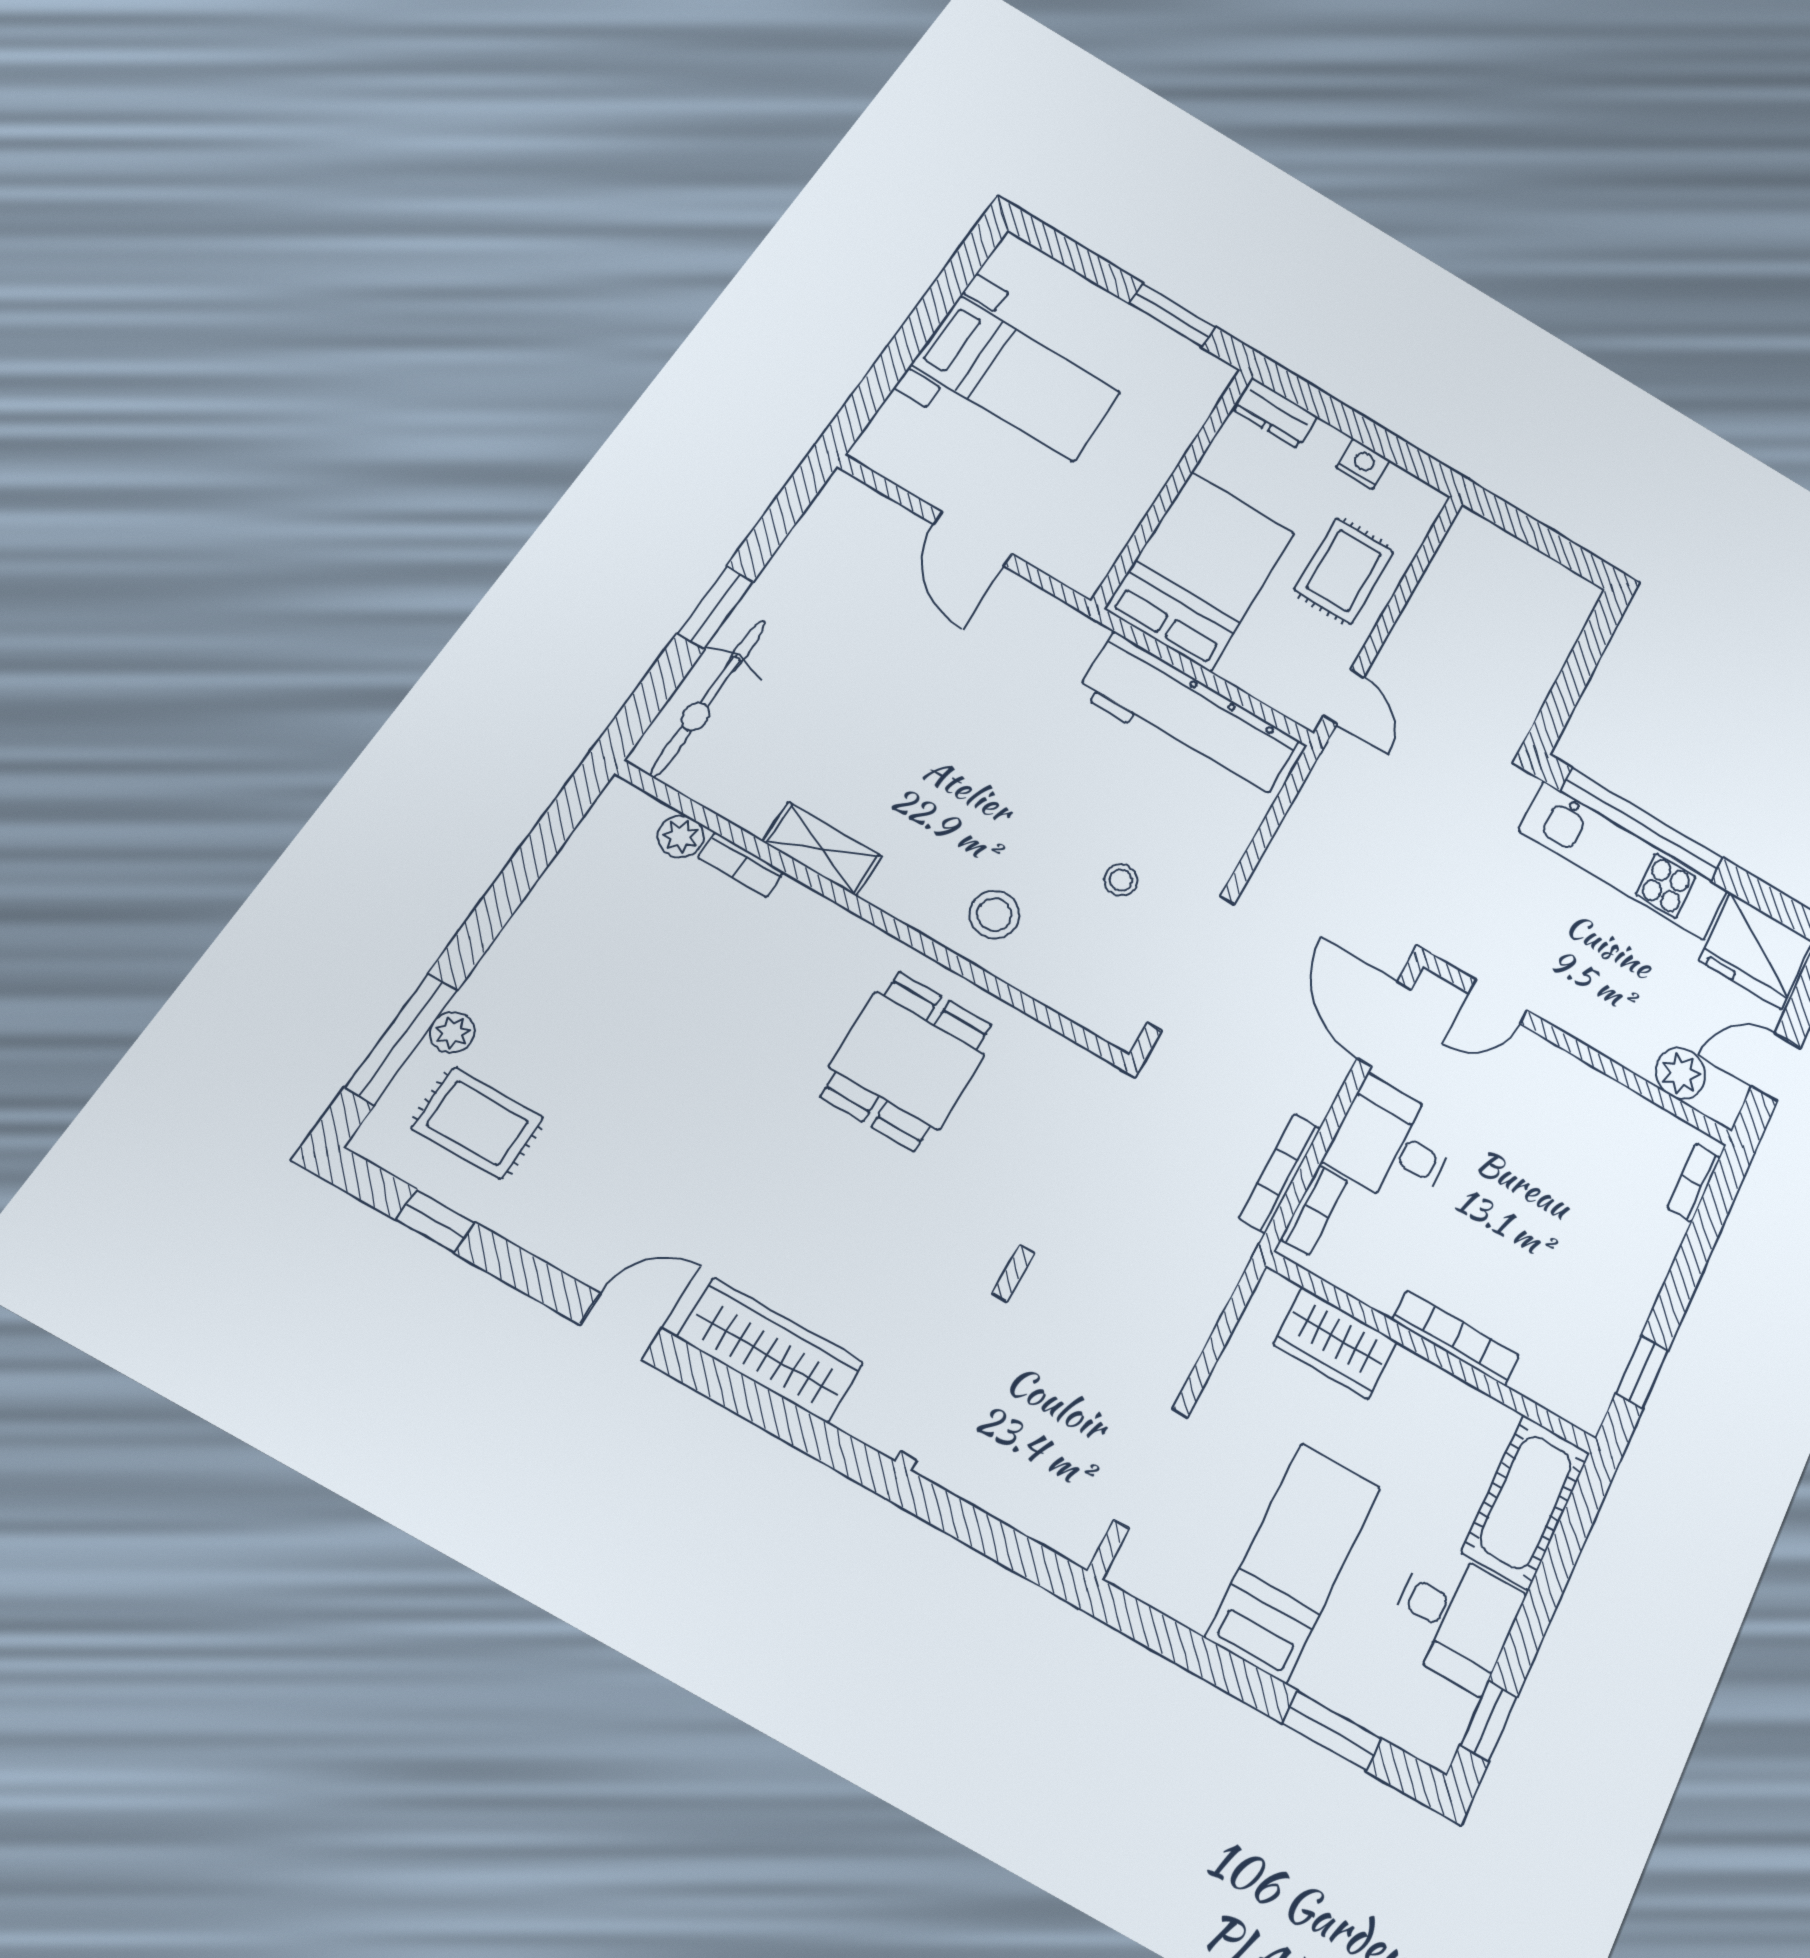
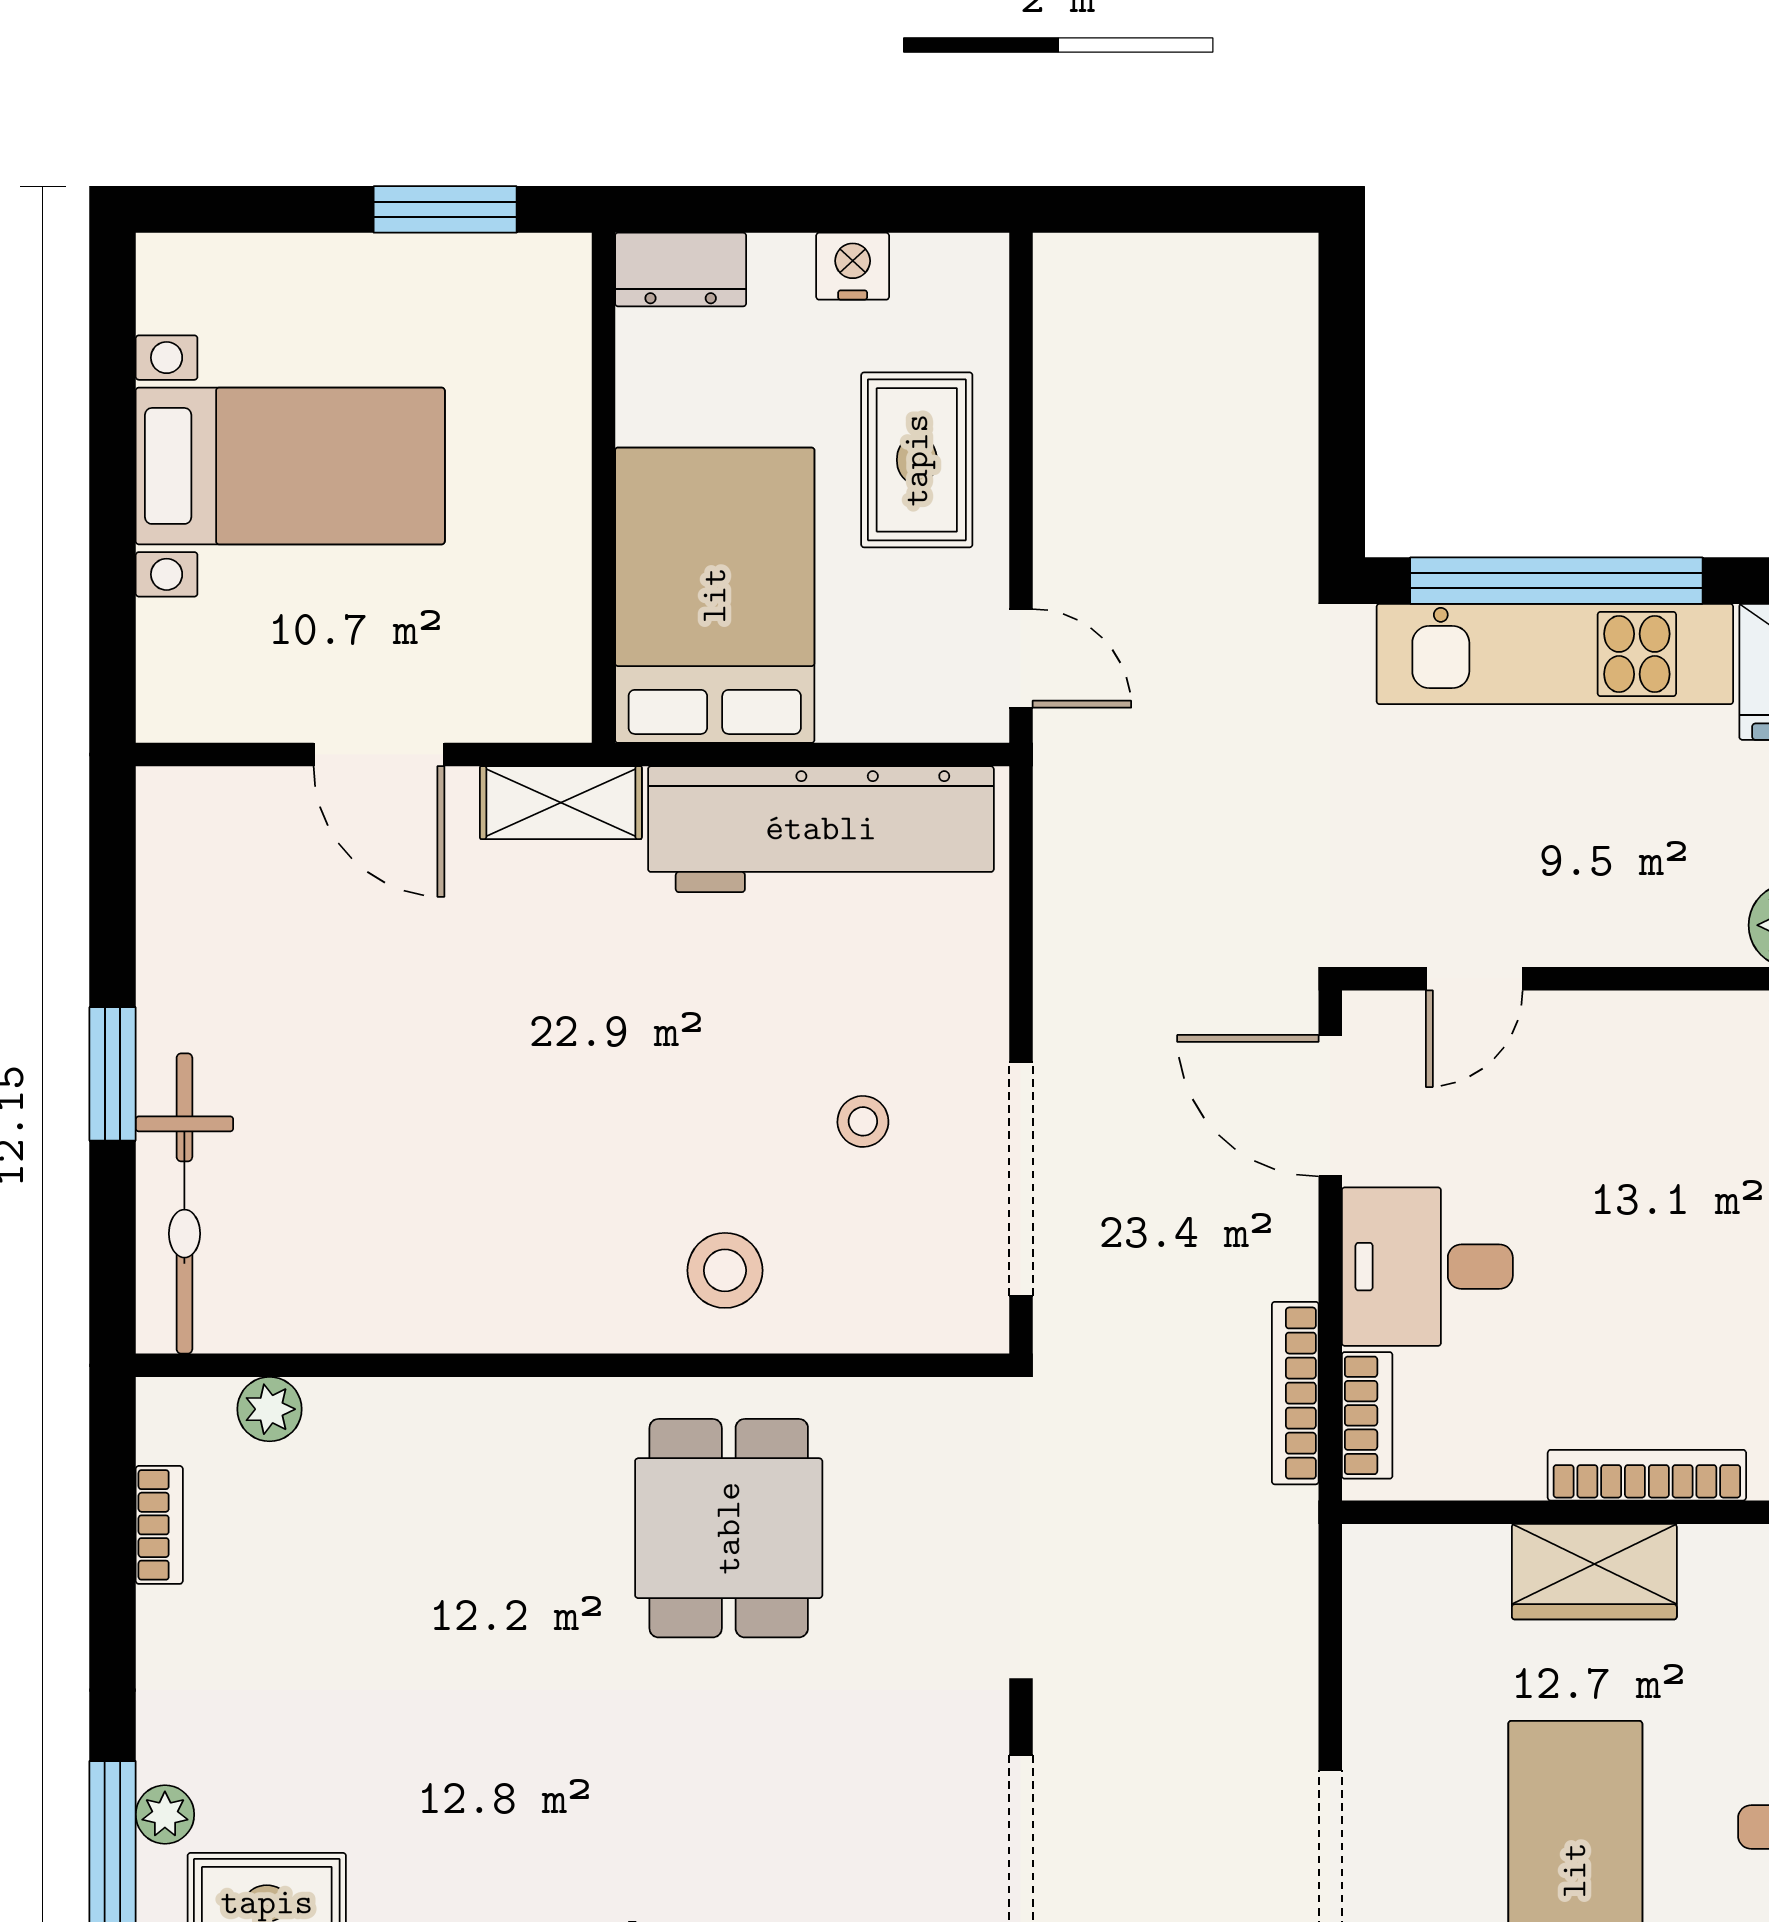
shelving: (822, 849) -> (561, 803), moved
bookcase: (741, 865) -> (159, 1525), moved, turned -90
wardrobe: (1335, 1343) -> (1594, 1572), moved

